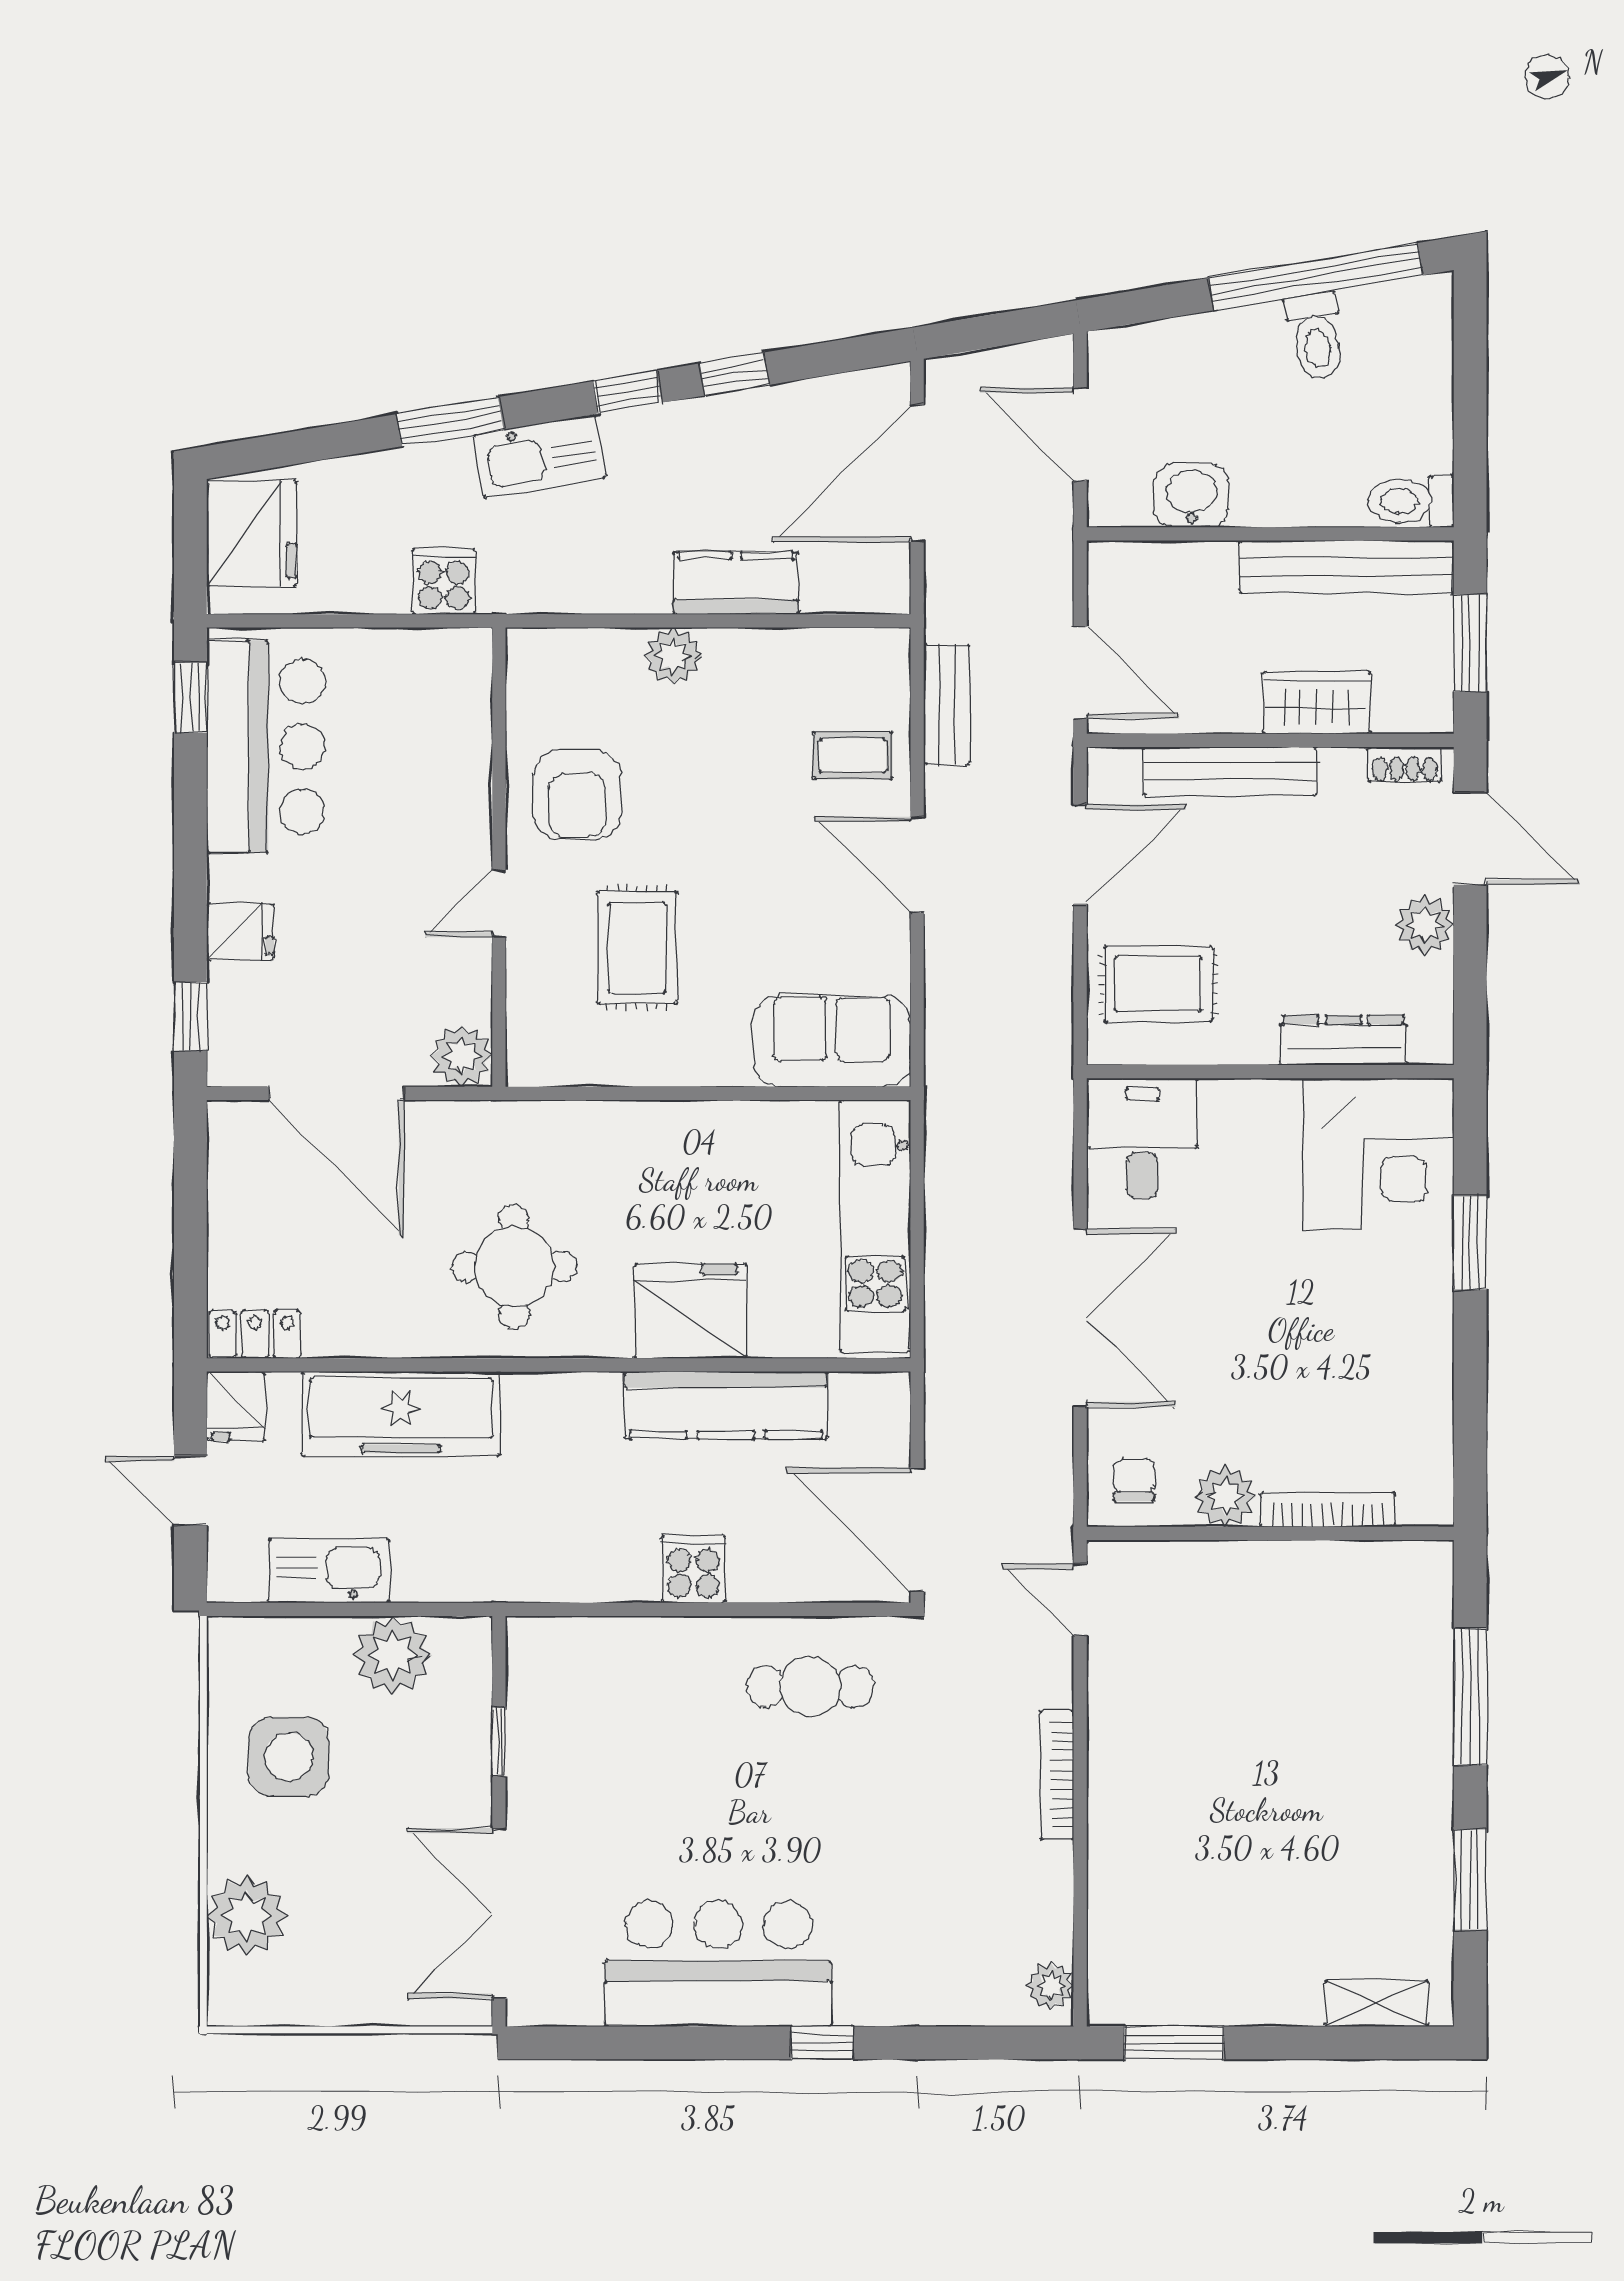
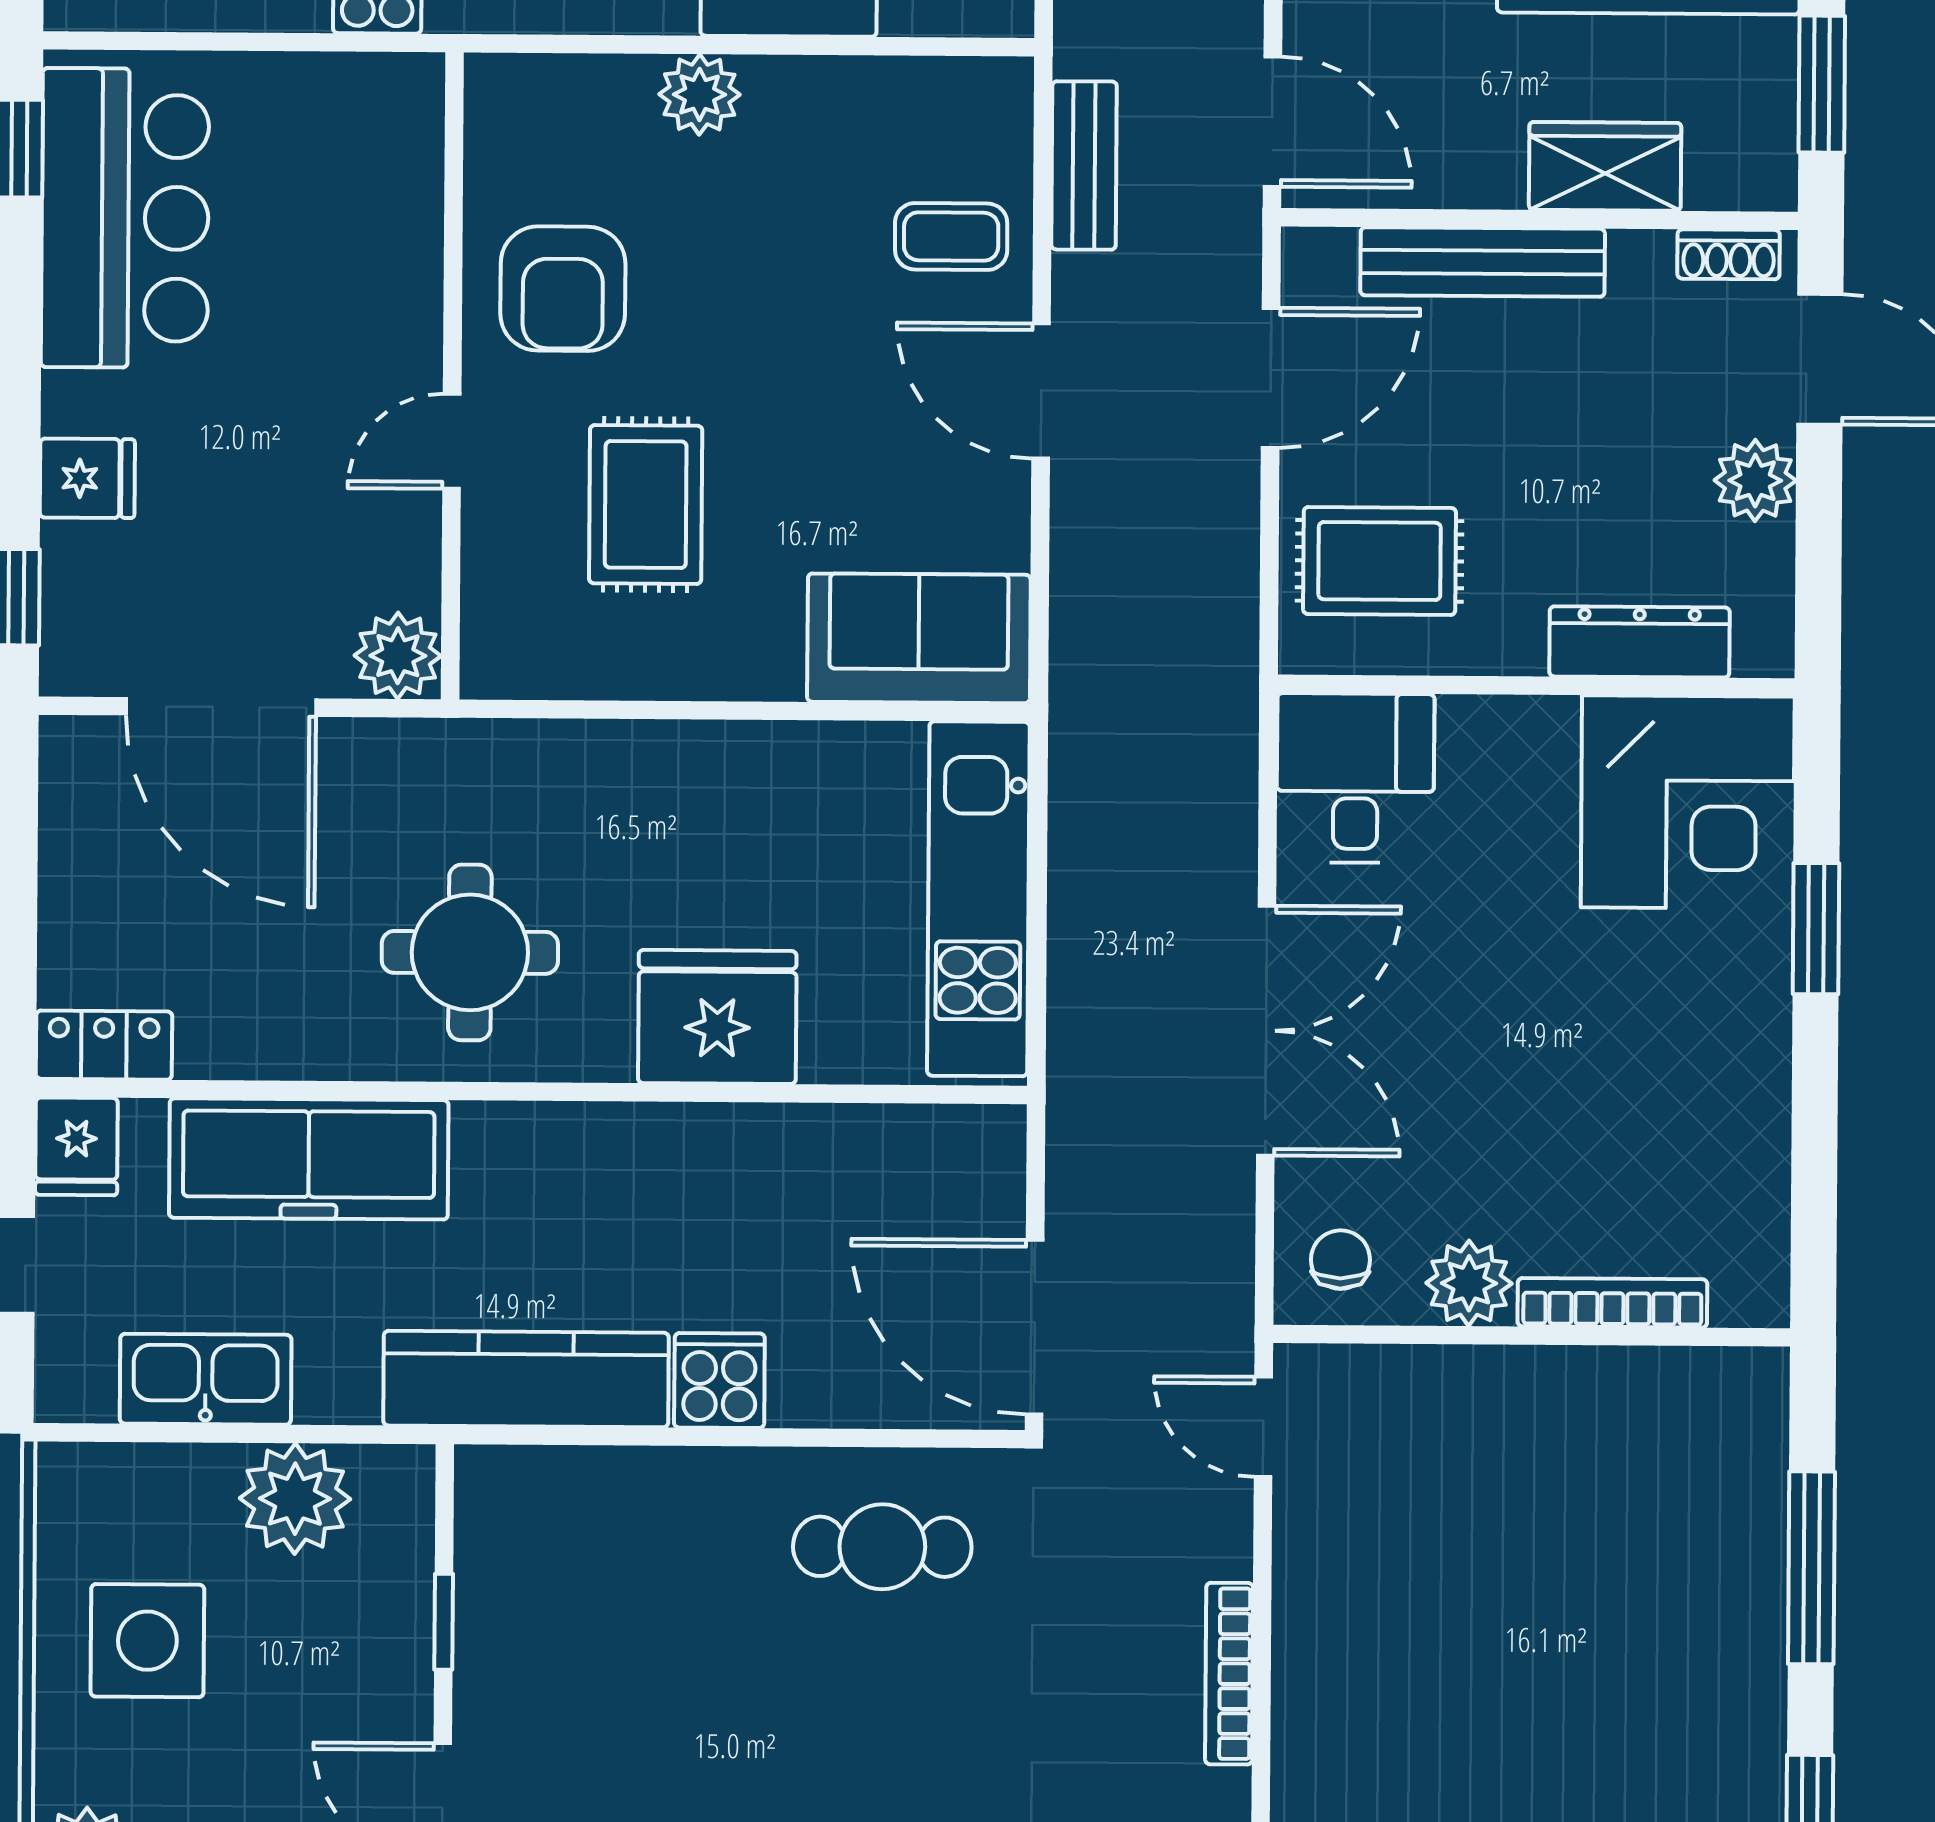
kitchen counter: (726, 1405) -> (526, 1379), moved, turned 180

